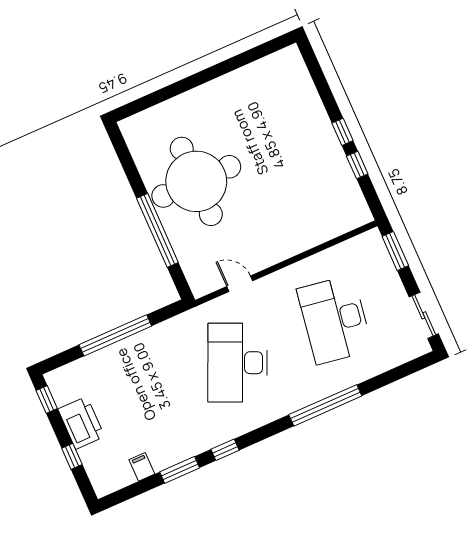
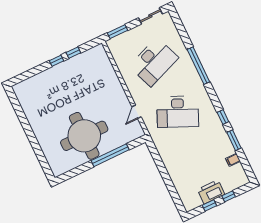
desk: (335, 320) -> (154, 62), turned -30
window: (115, 335) -> (165, 176), removed
window: (47, 399) -> (209, 205), moved

